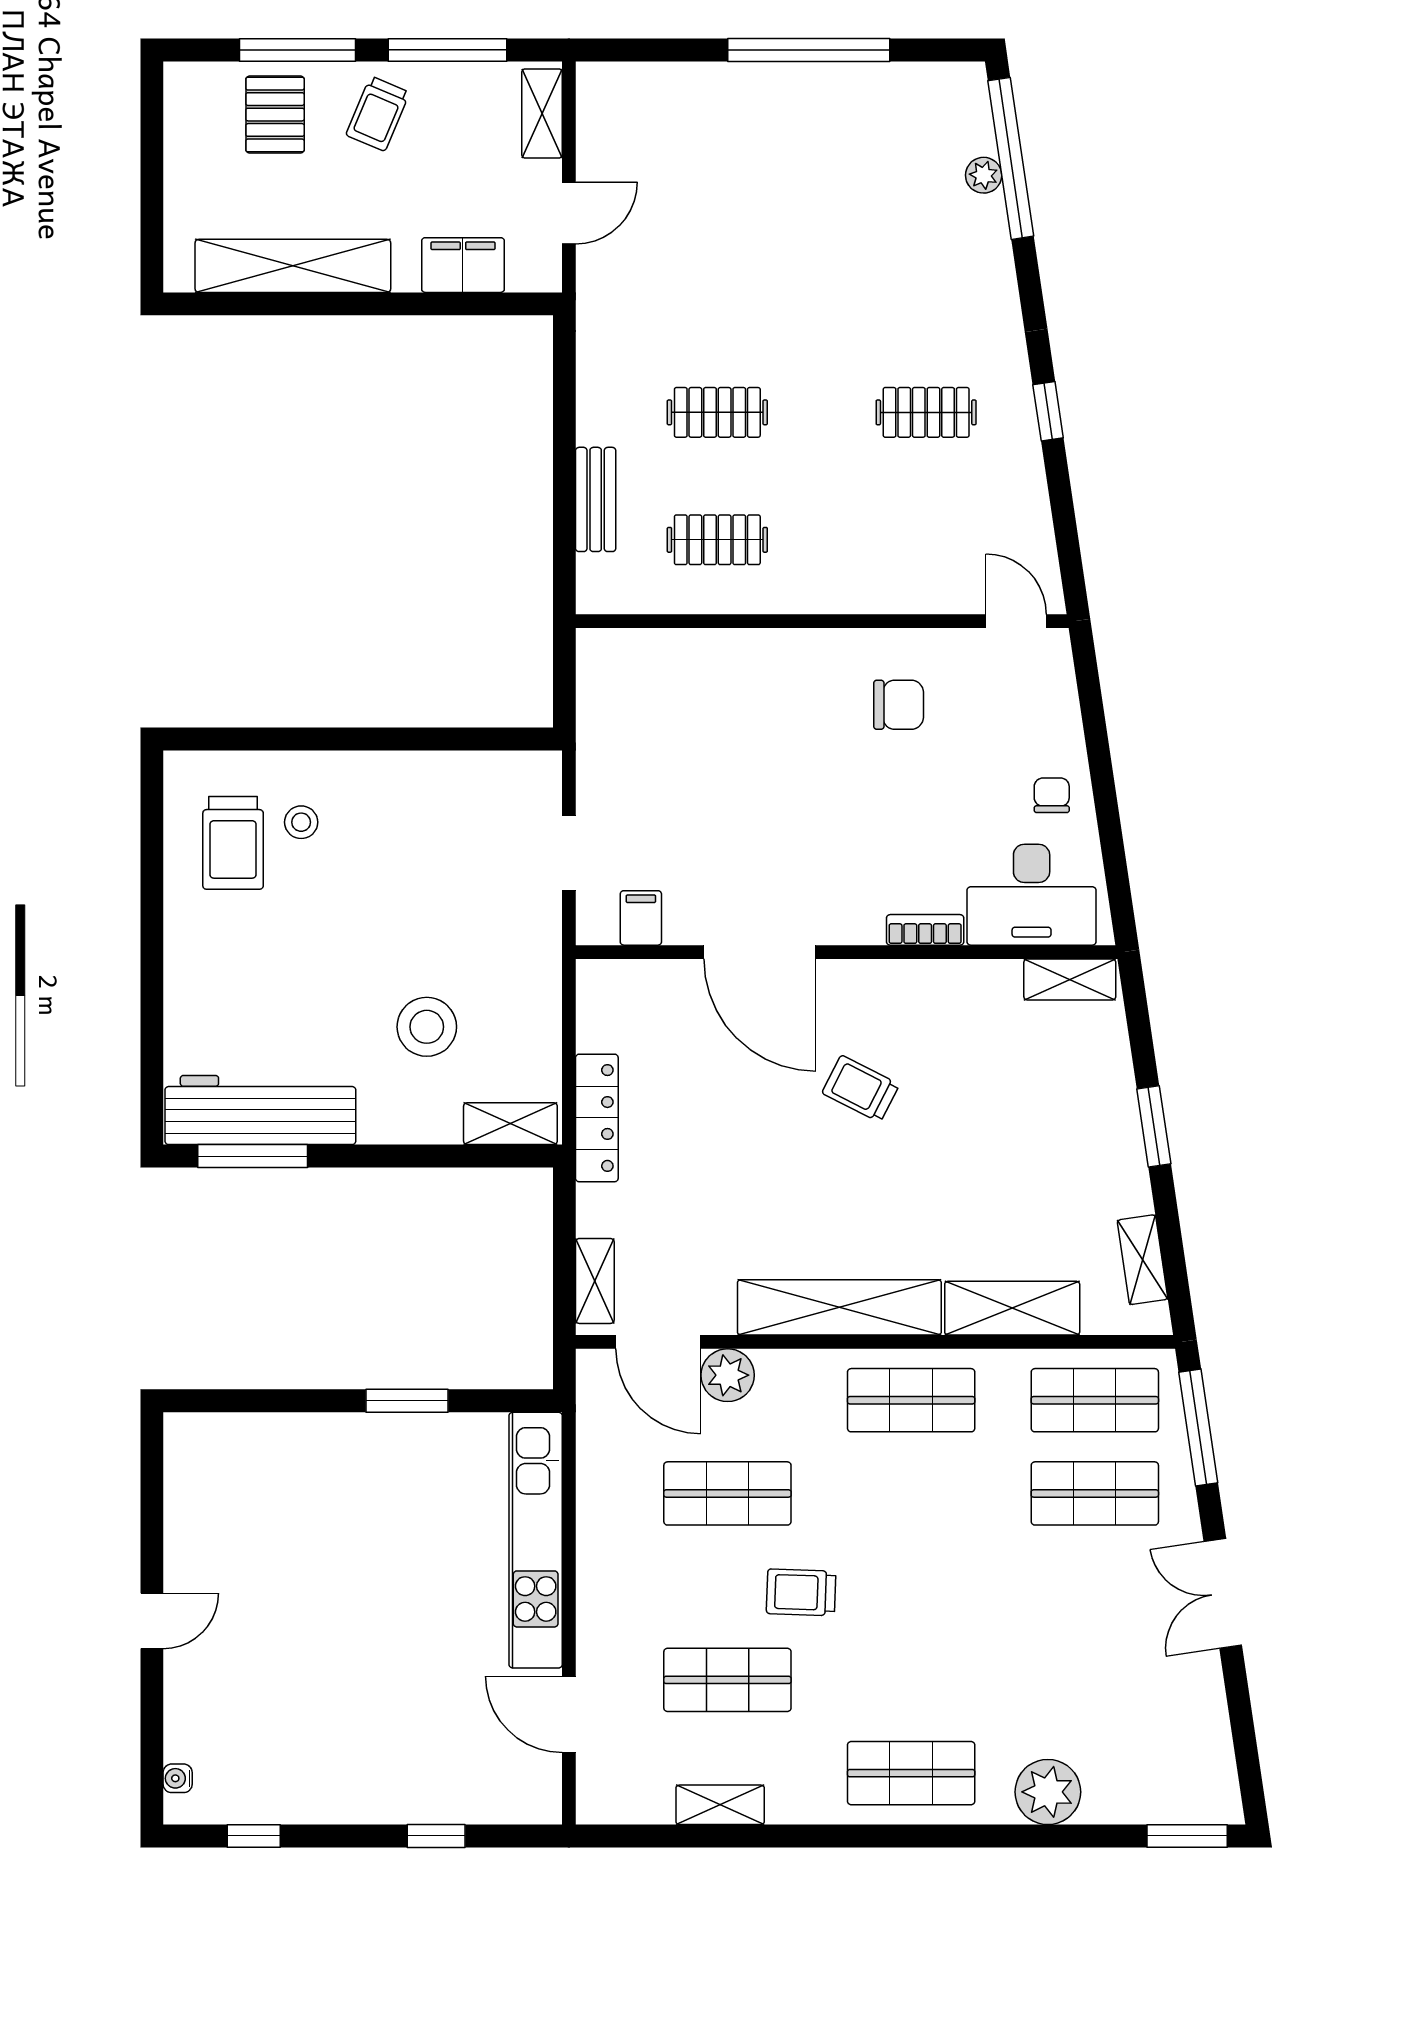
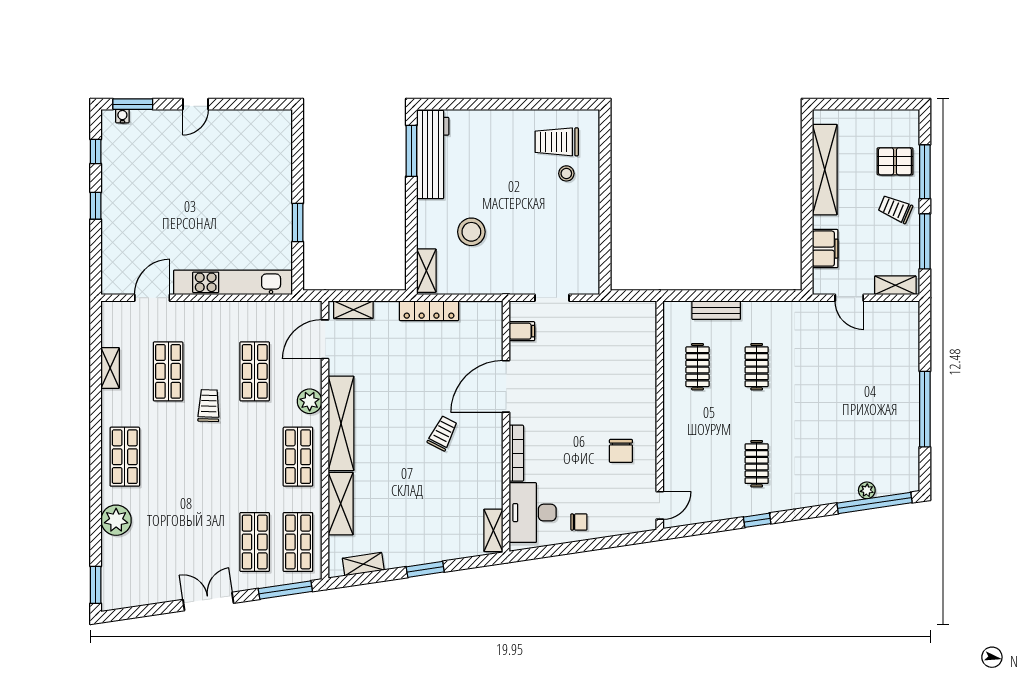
bookcase: (925, 930) -> (516, 453), width x1.56
plant: (728, 1375) -> (310, 401), moved
door: (152, 1621) -> (195, 104), hinge flipped
window: (152, 1756) -> (133, 104), added
window: (436, 1836) -> (96, 206), moved

